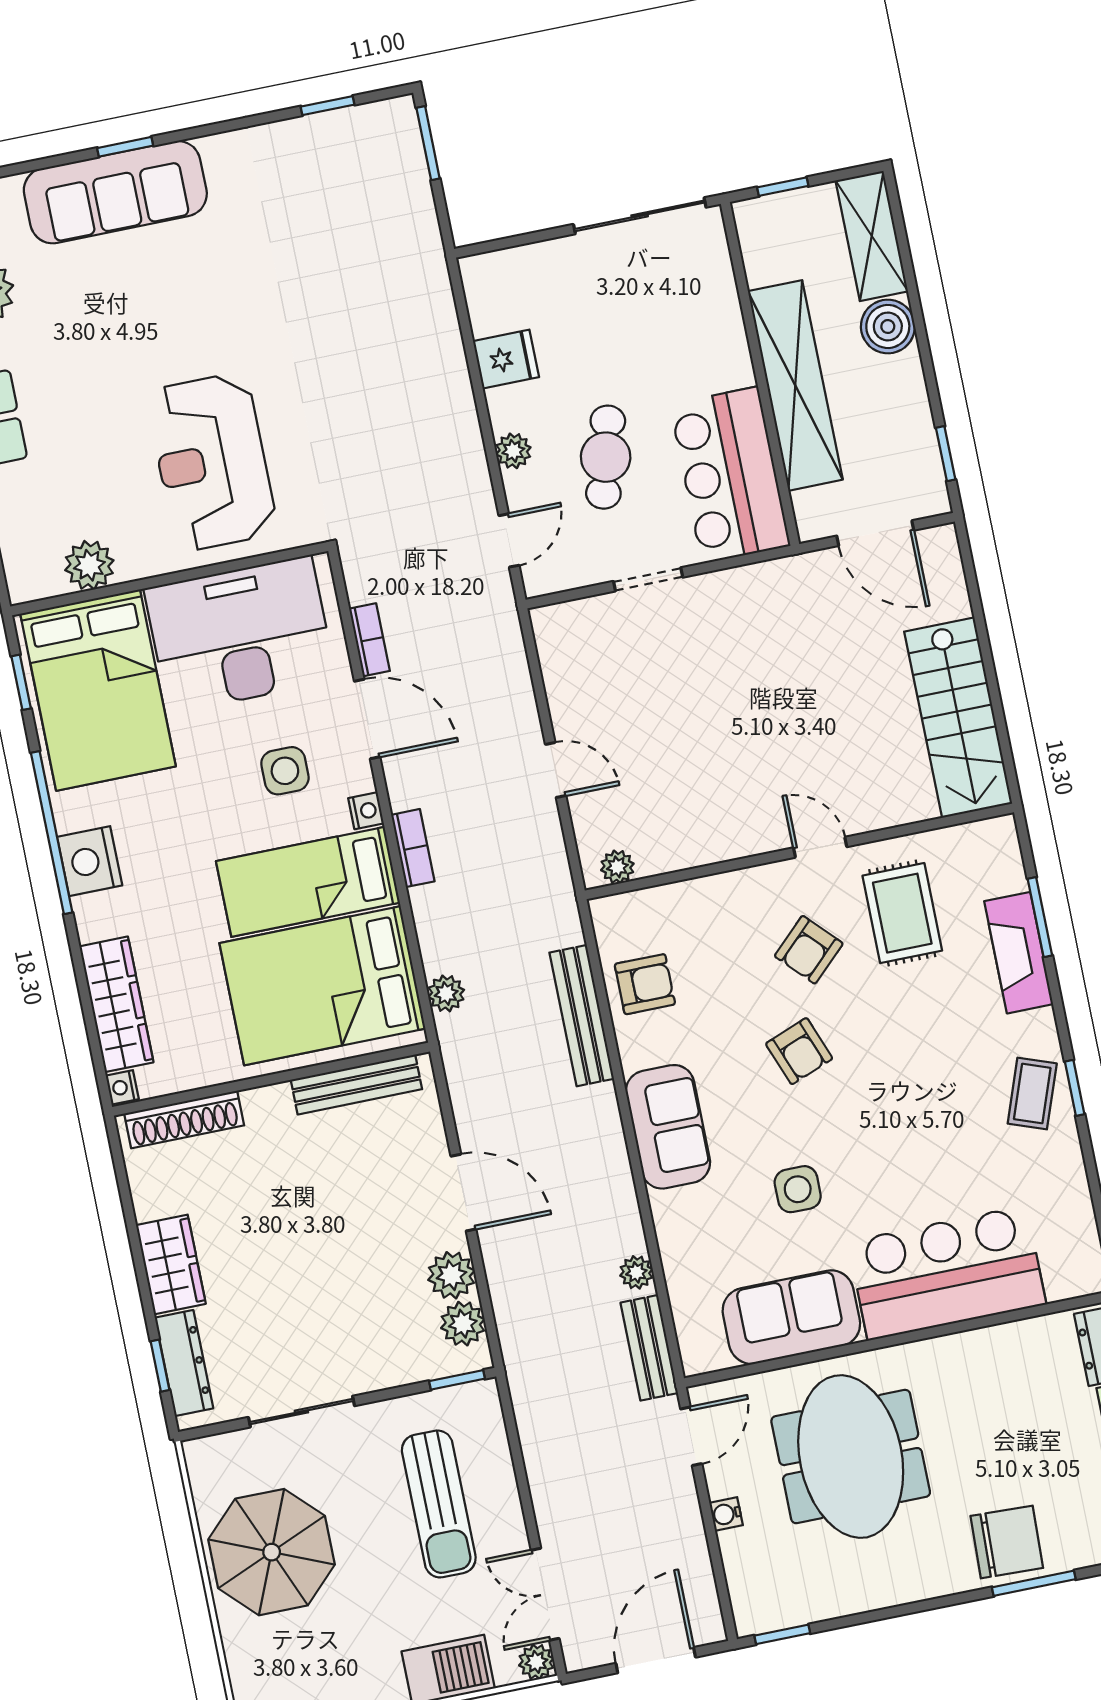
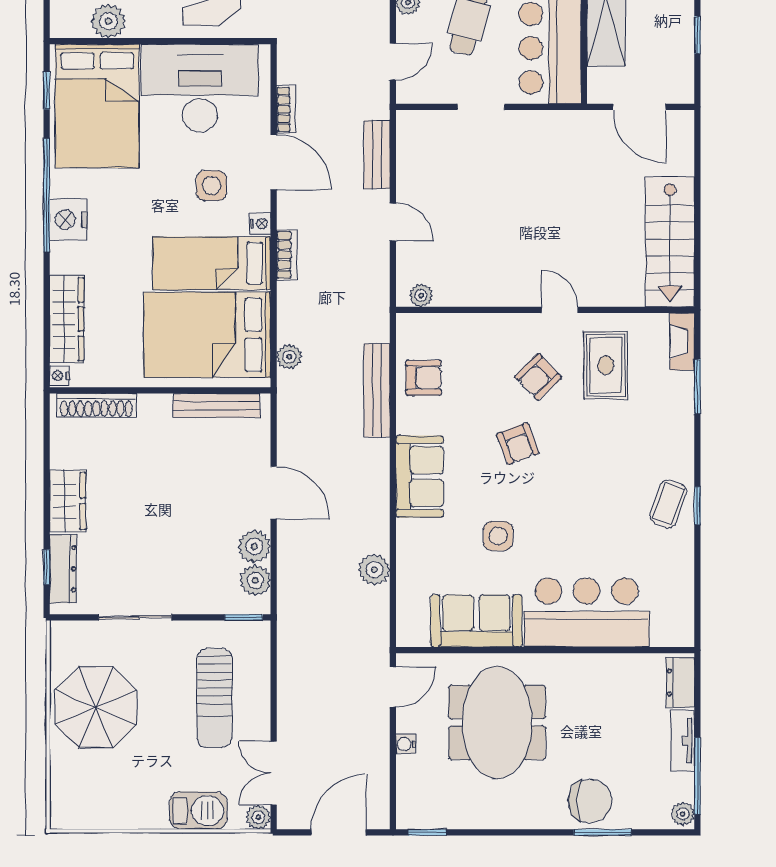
window: (946, 454) -> (697, 35), moved
fireplace: (1019, 953) -> (682, 341), moved, width x0.73, depth x0.76
plant: (636, 1272) -> (374, 570), width x1.38, depth x1.38
bench: (649, 1348) -> (377, 155), moved

